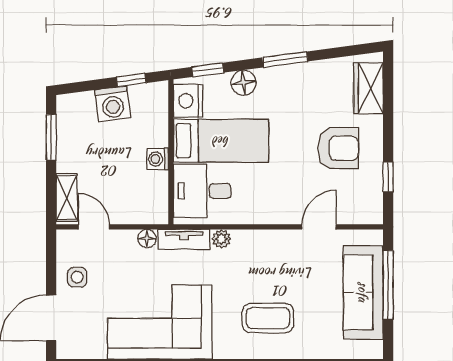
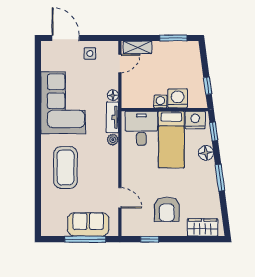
washing machine: (113, 104) -> (178, 98), moved, turned 98
sofa: (363, 292) -> (88, 224), width x0.73
coffee table: (268, 318) -> (65, 167), width x1.36, depth x1.32

